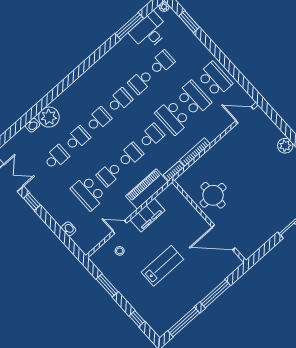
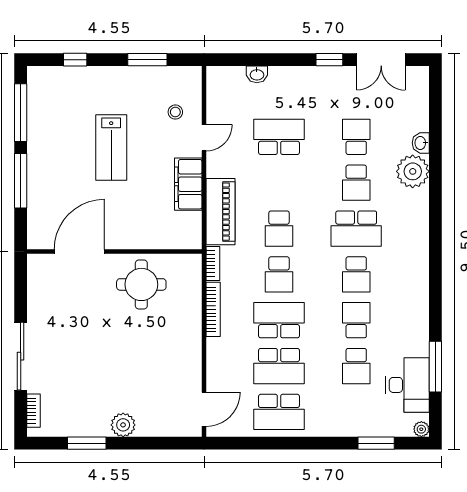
school desk: (99, 119) -> (356, 229), width x1.85
school desk: (56, 157) -> (356, 137), turned 180
school desk: (109, 174) -> (279, 183), removed

